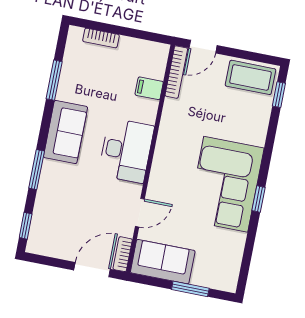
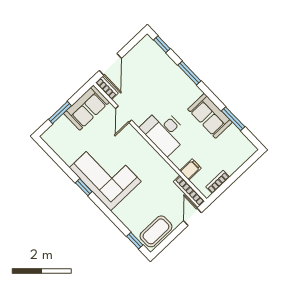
bookcase: (101, 38) -> (218, 182), moved
sofa: (66, 132) -> (210, 116), moved

